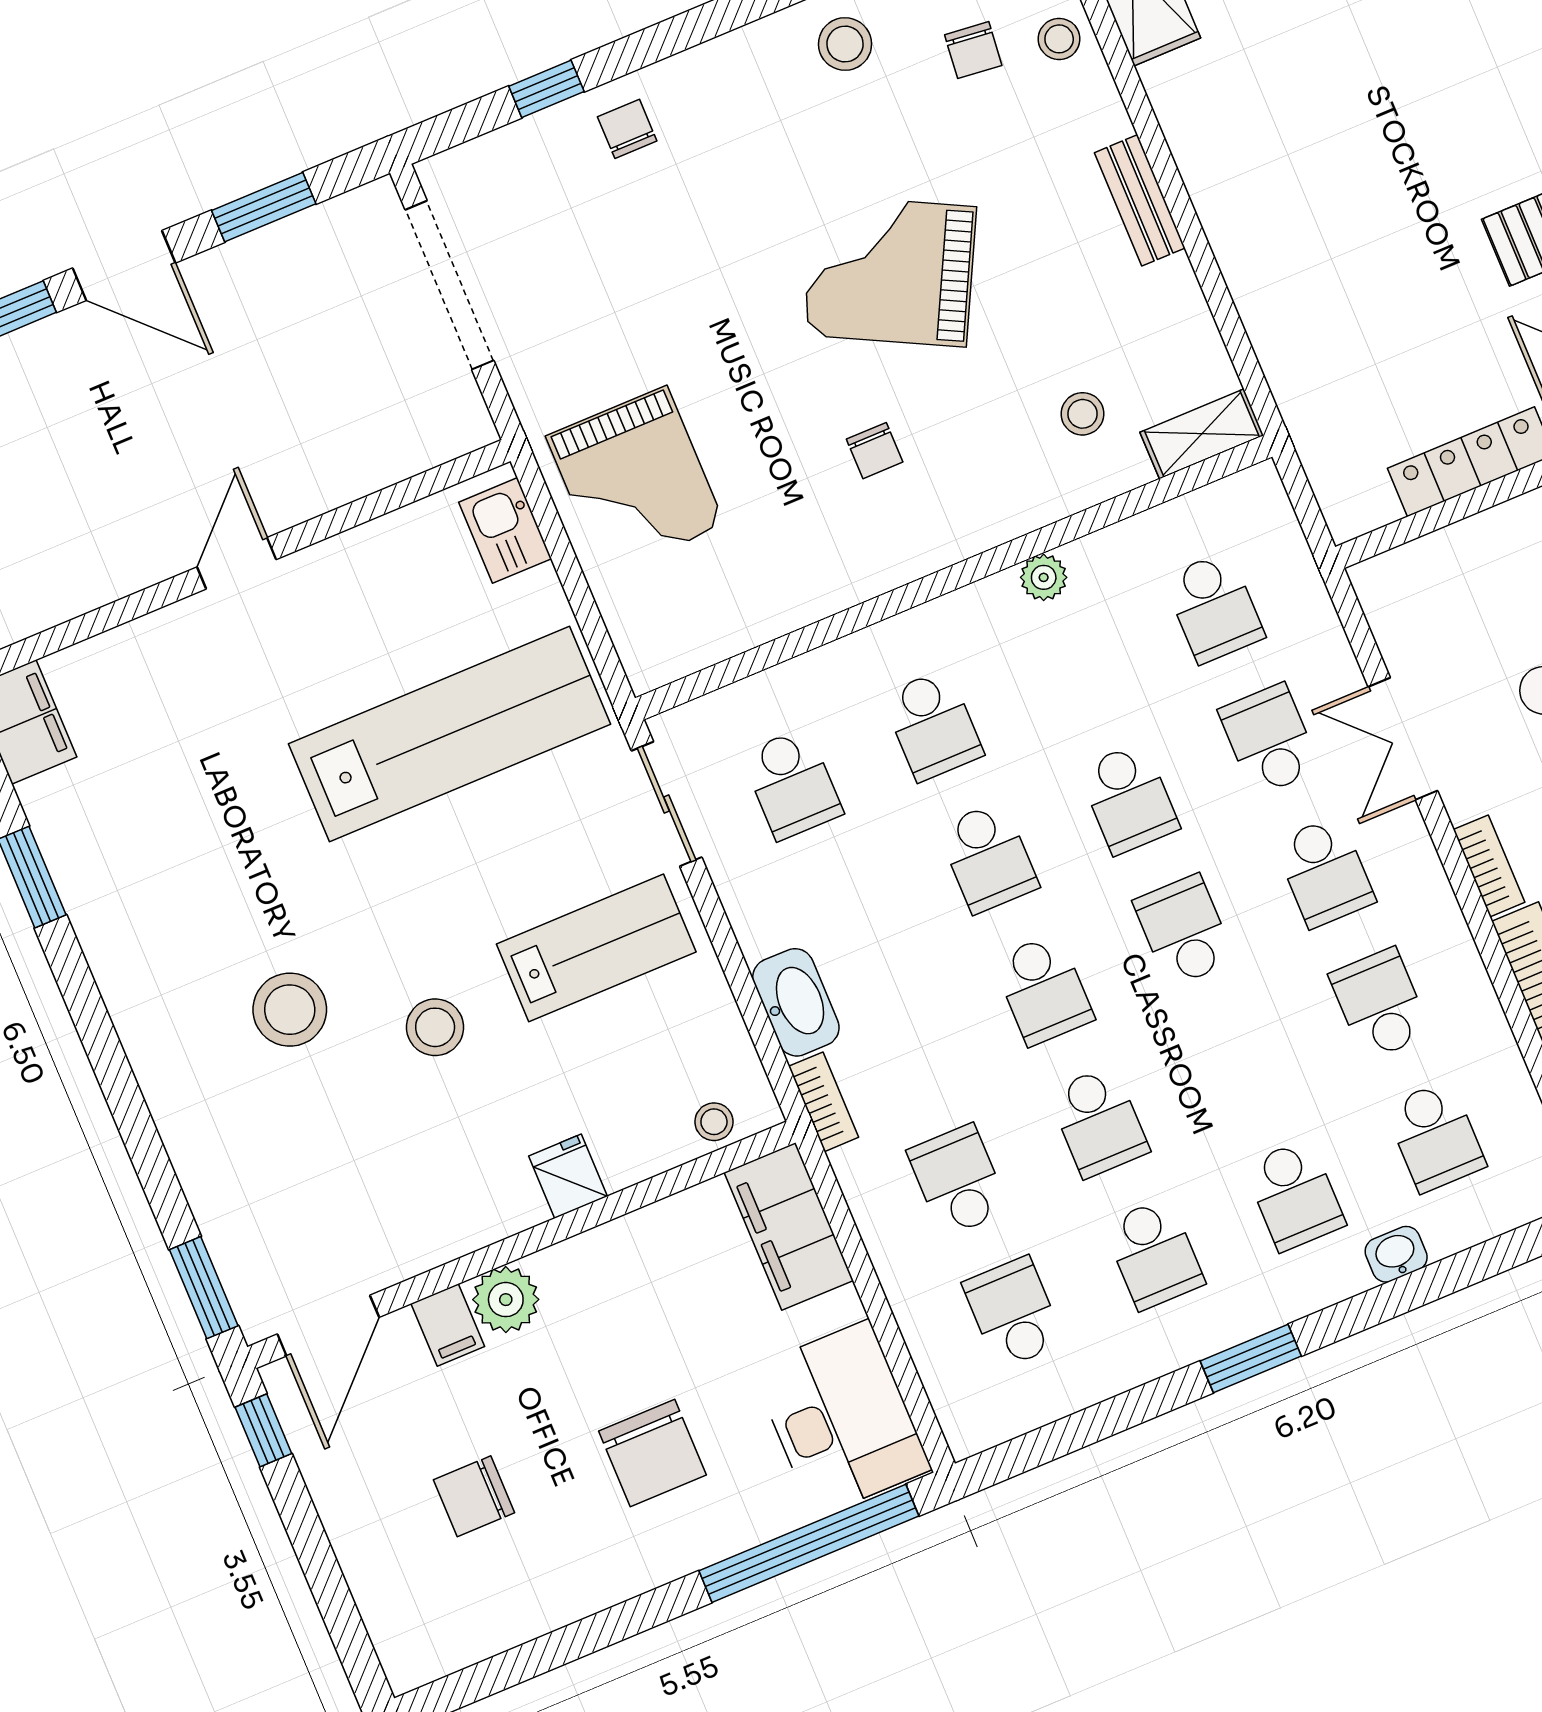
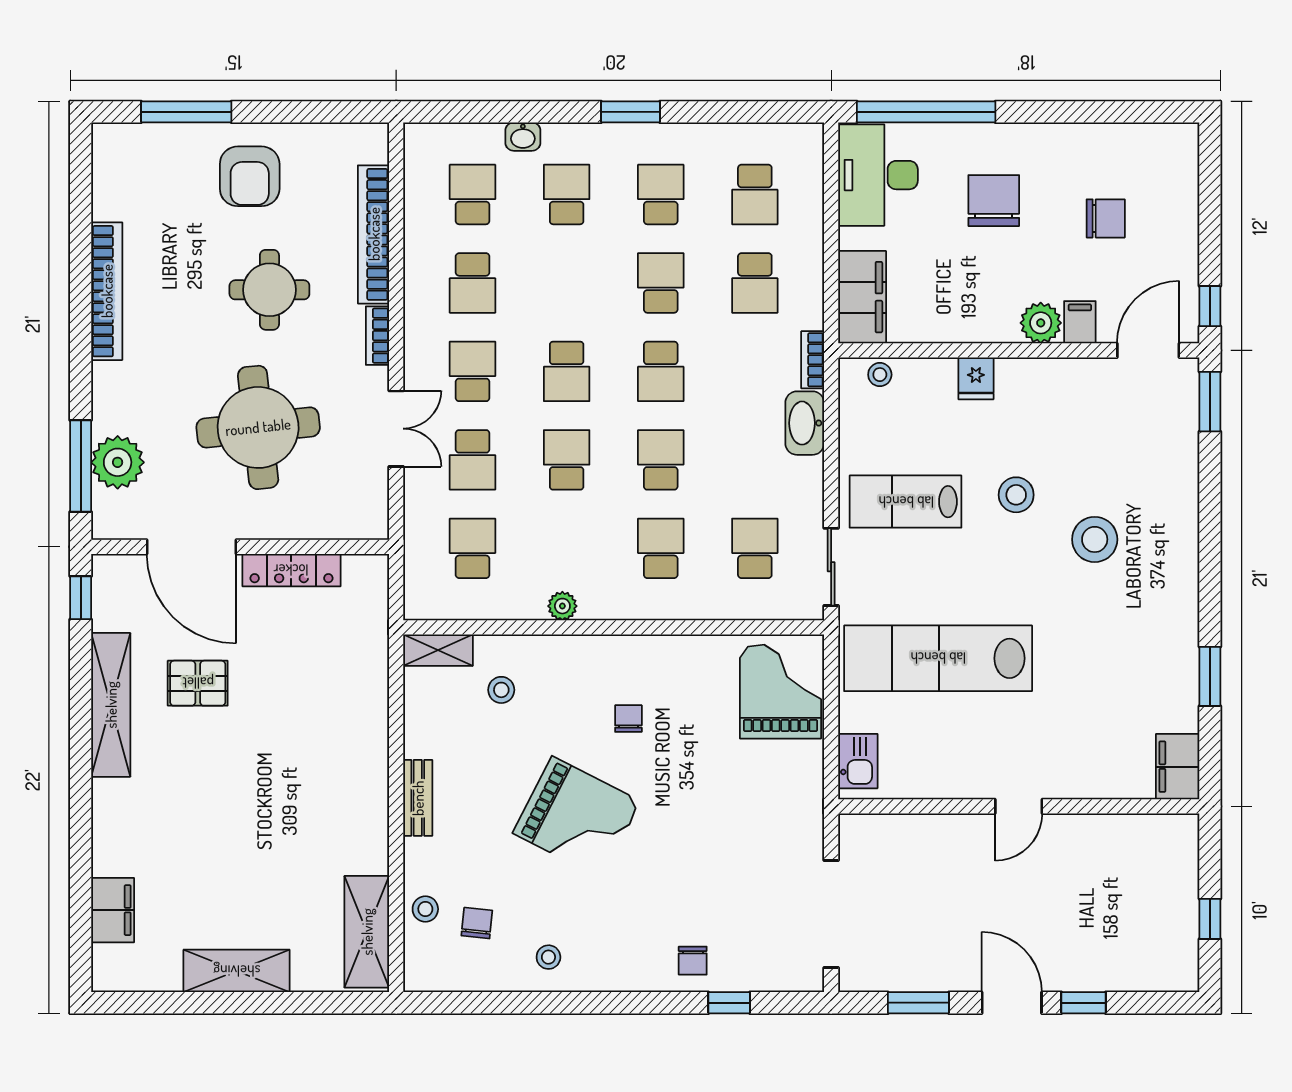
stool: (845, 44) -> (548, 957), width x0.73, depth x0.73
grand piano: (635, 481) -> (780, 692), moved
school desk: (1043, 989) -> (661, 371), turned 180

